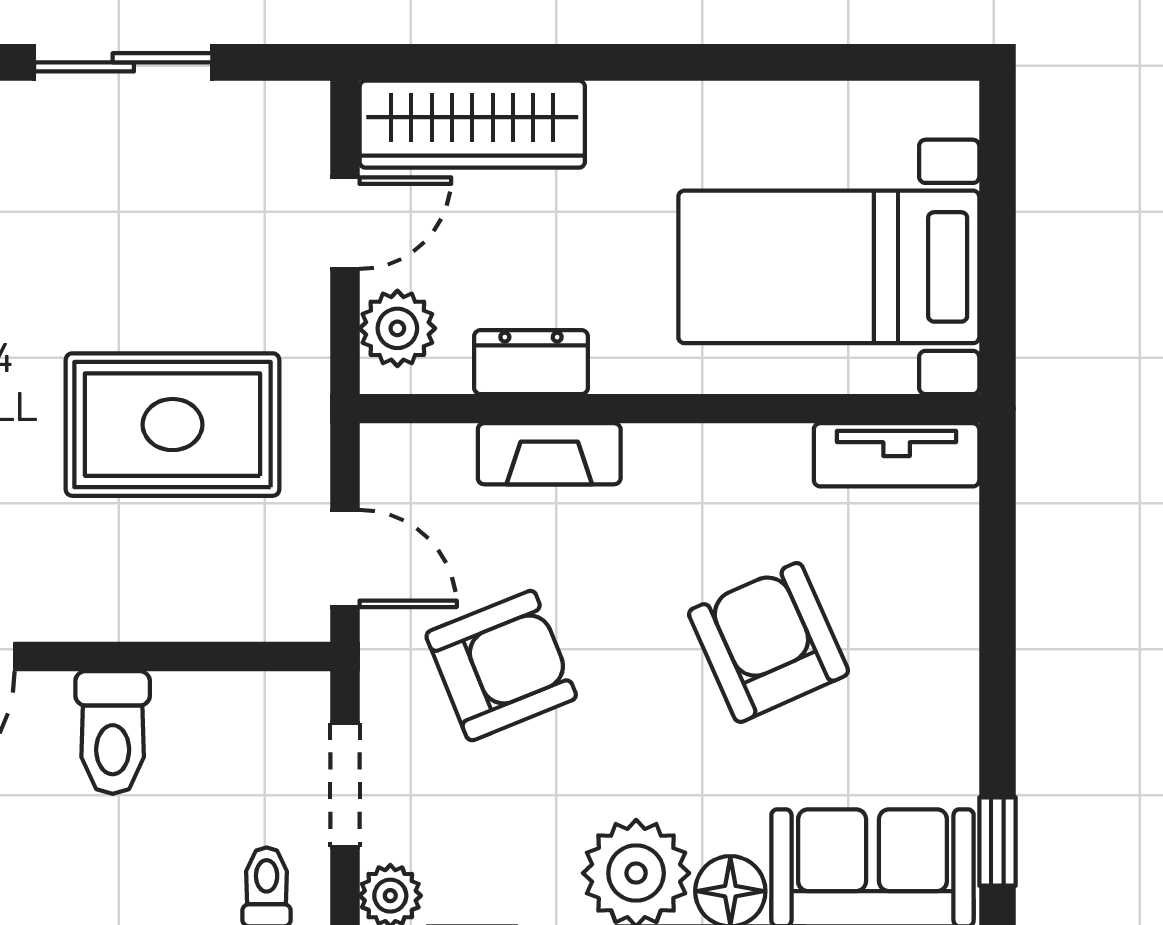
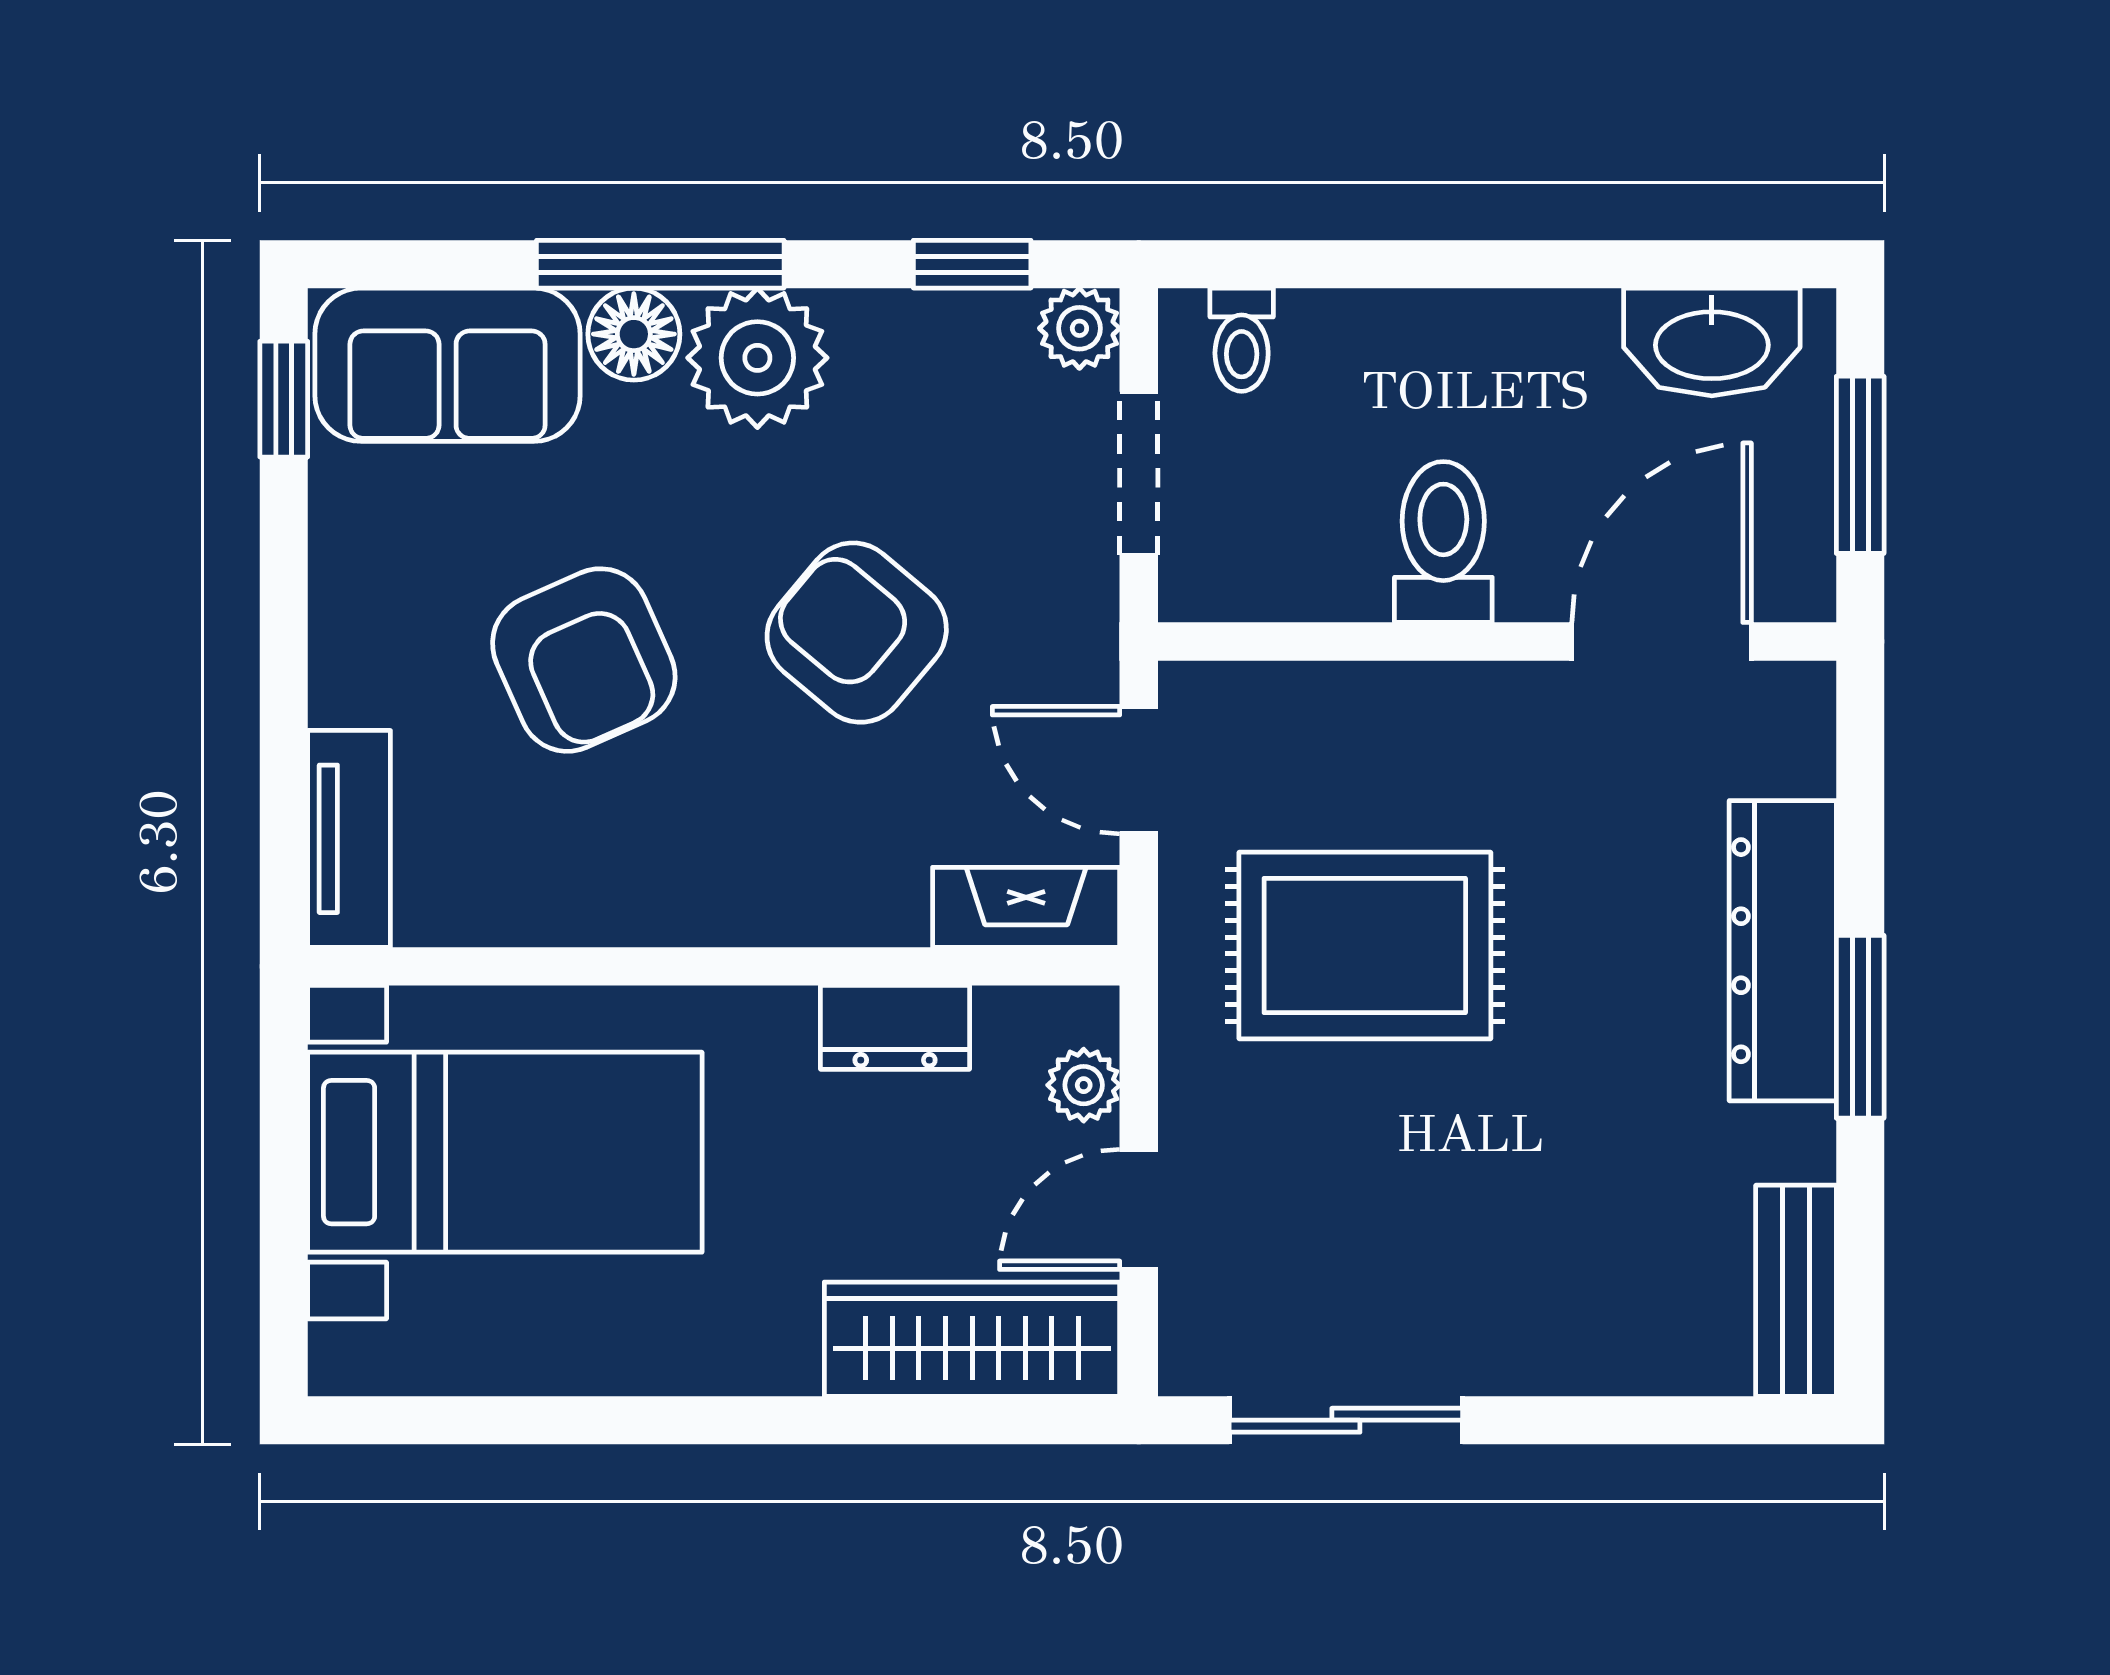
sliding door: (123, 62) -> (1346, 1420), moved
plant: (397, 328) -> (1084, 1085), width x0.73, depth x0.73
fireplace: (549, 454) -> (1026, 907), moved
tv unit: (897, 455) -> (349, 839), moved, turned 90
armchair: (501, 666) -> (857, 633), moved, turned 62

